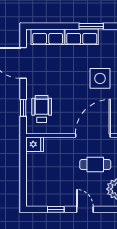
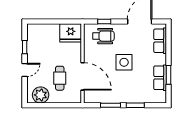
row of seats: (82, 37) -> (160, 78), moved
side table: (100, 78) -> (124, 62), moved
fridge: (35, 144) -> (71, 33), width x1.88, depth x1.34

